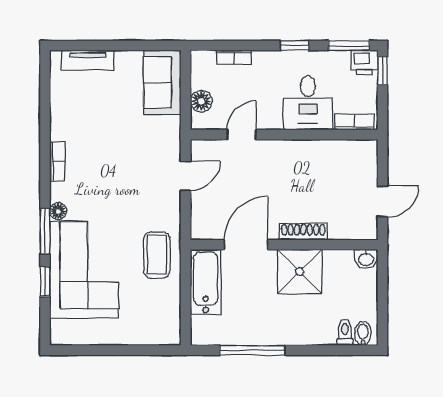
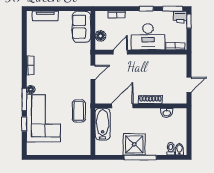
desk: (308, 103) -> (148, 37), width x1.37
washbasin: (366, 259) -> (167, 113), moved
shower: (300, 272) -> (134, 144), moved
window: (252, 350) -> (140, 157), moved

